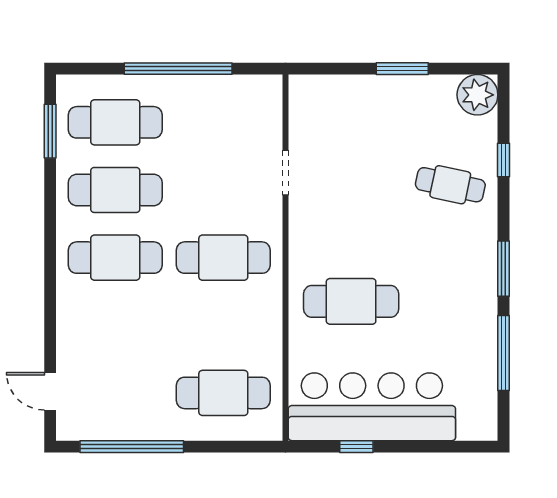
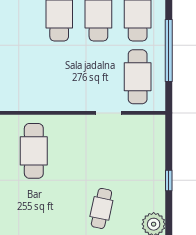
window: (402, 69) -> (169, 181), width x0.67
cafe table: (223, 258) -> (138, 77), moved

